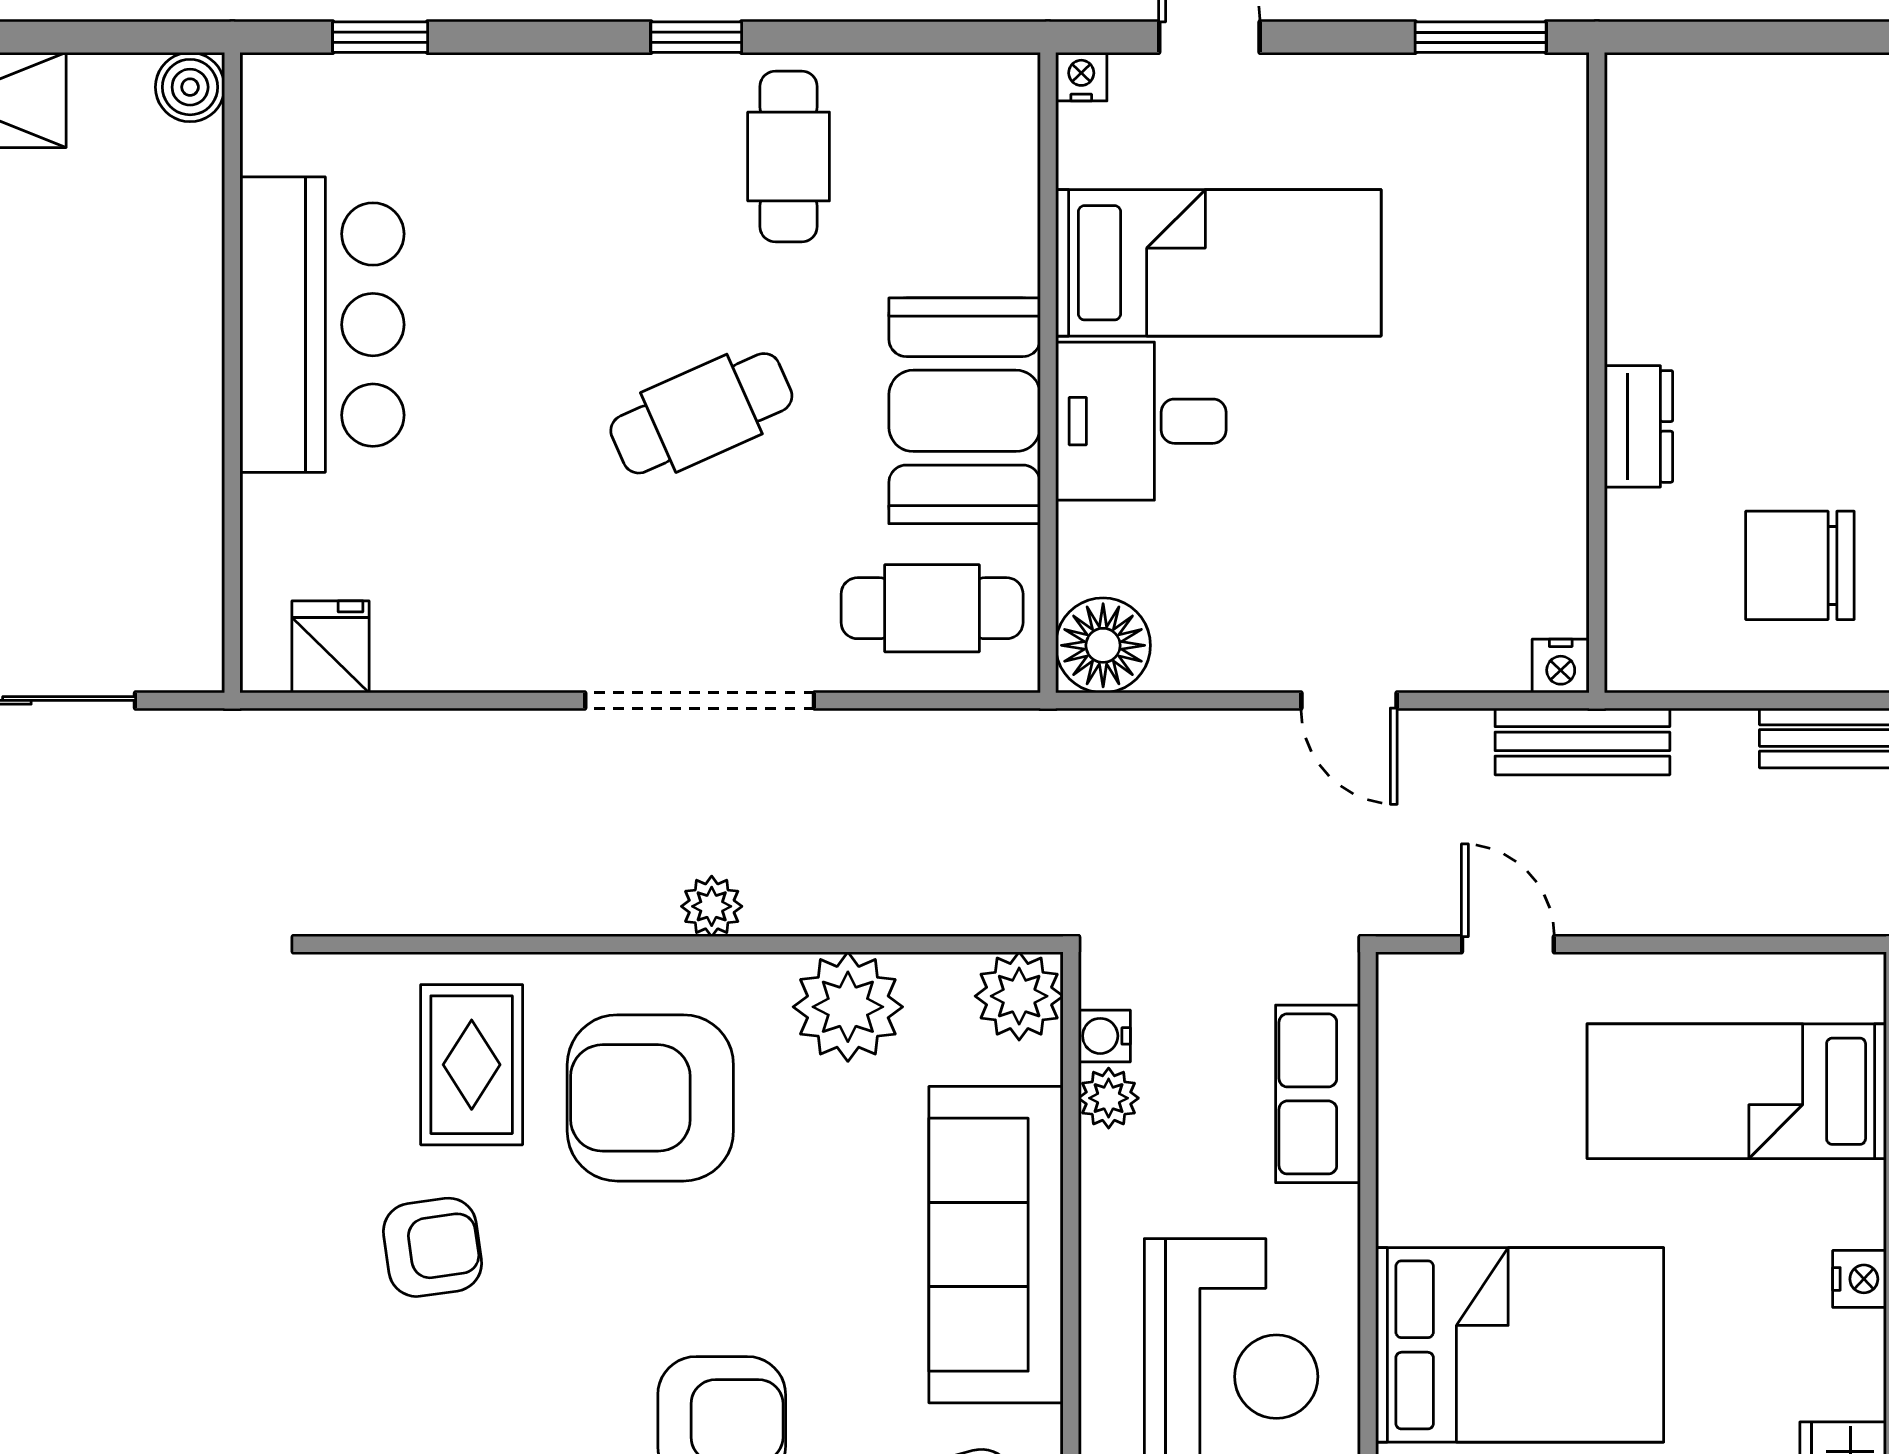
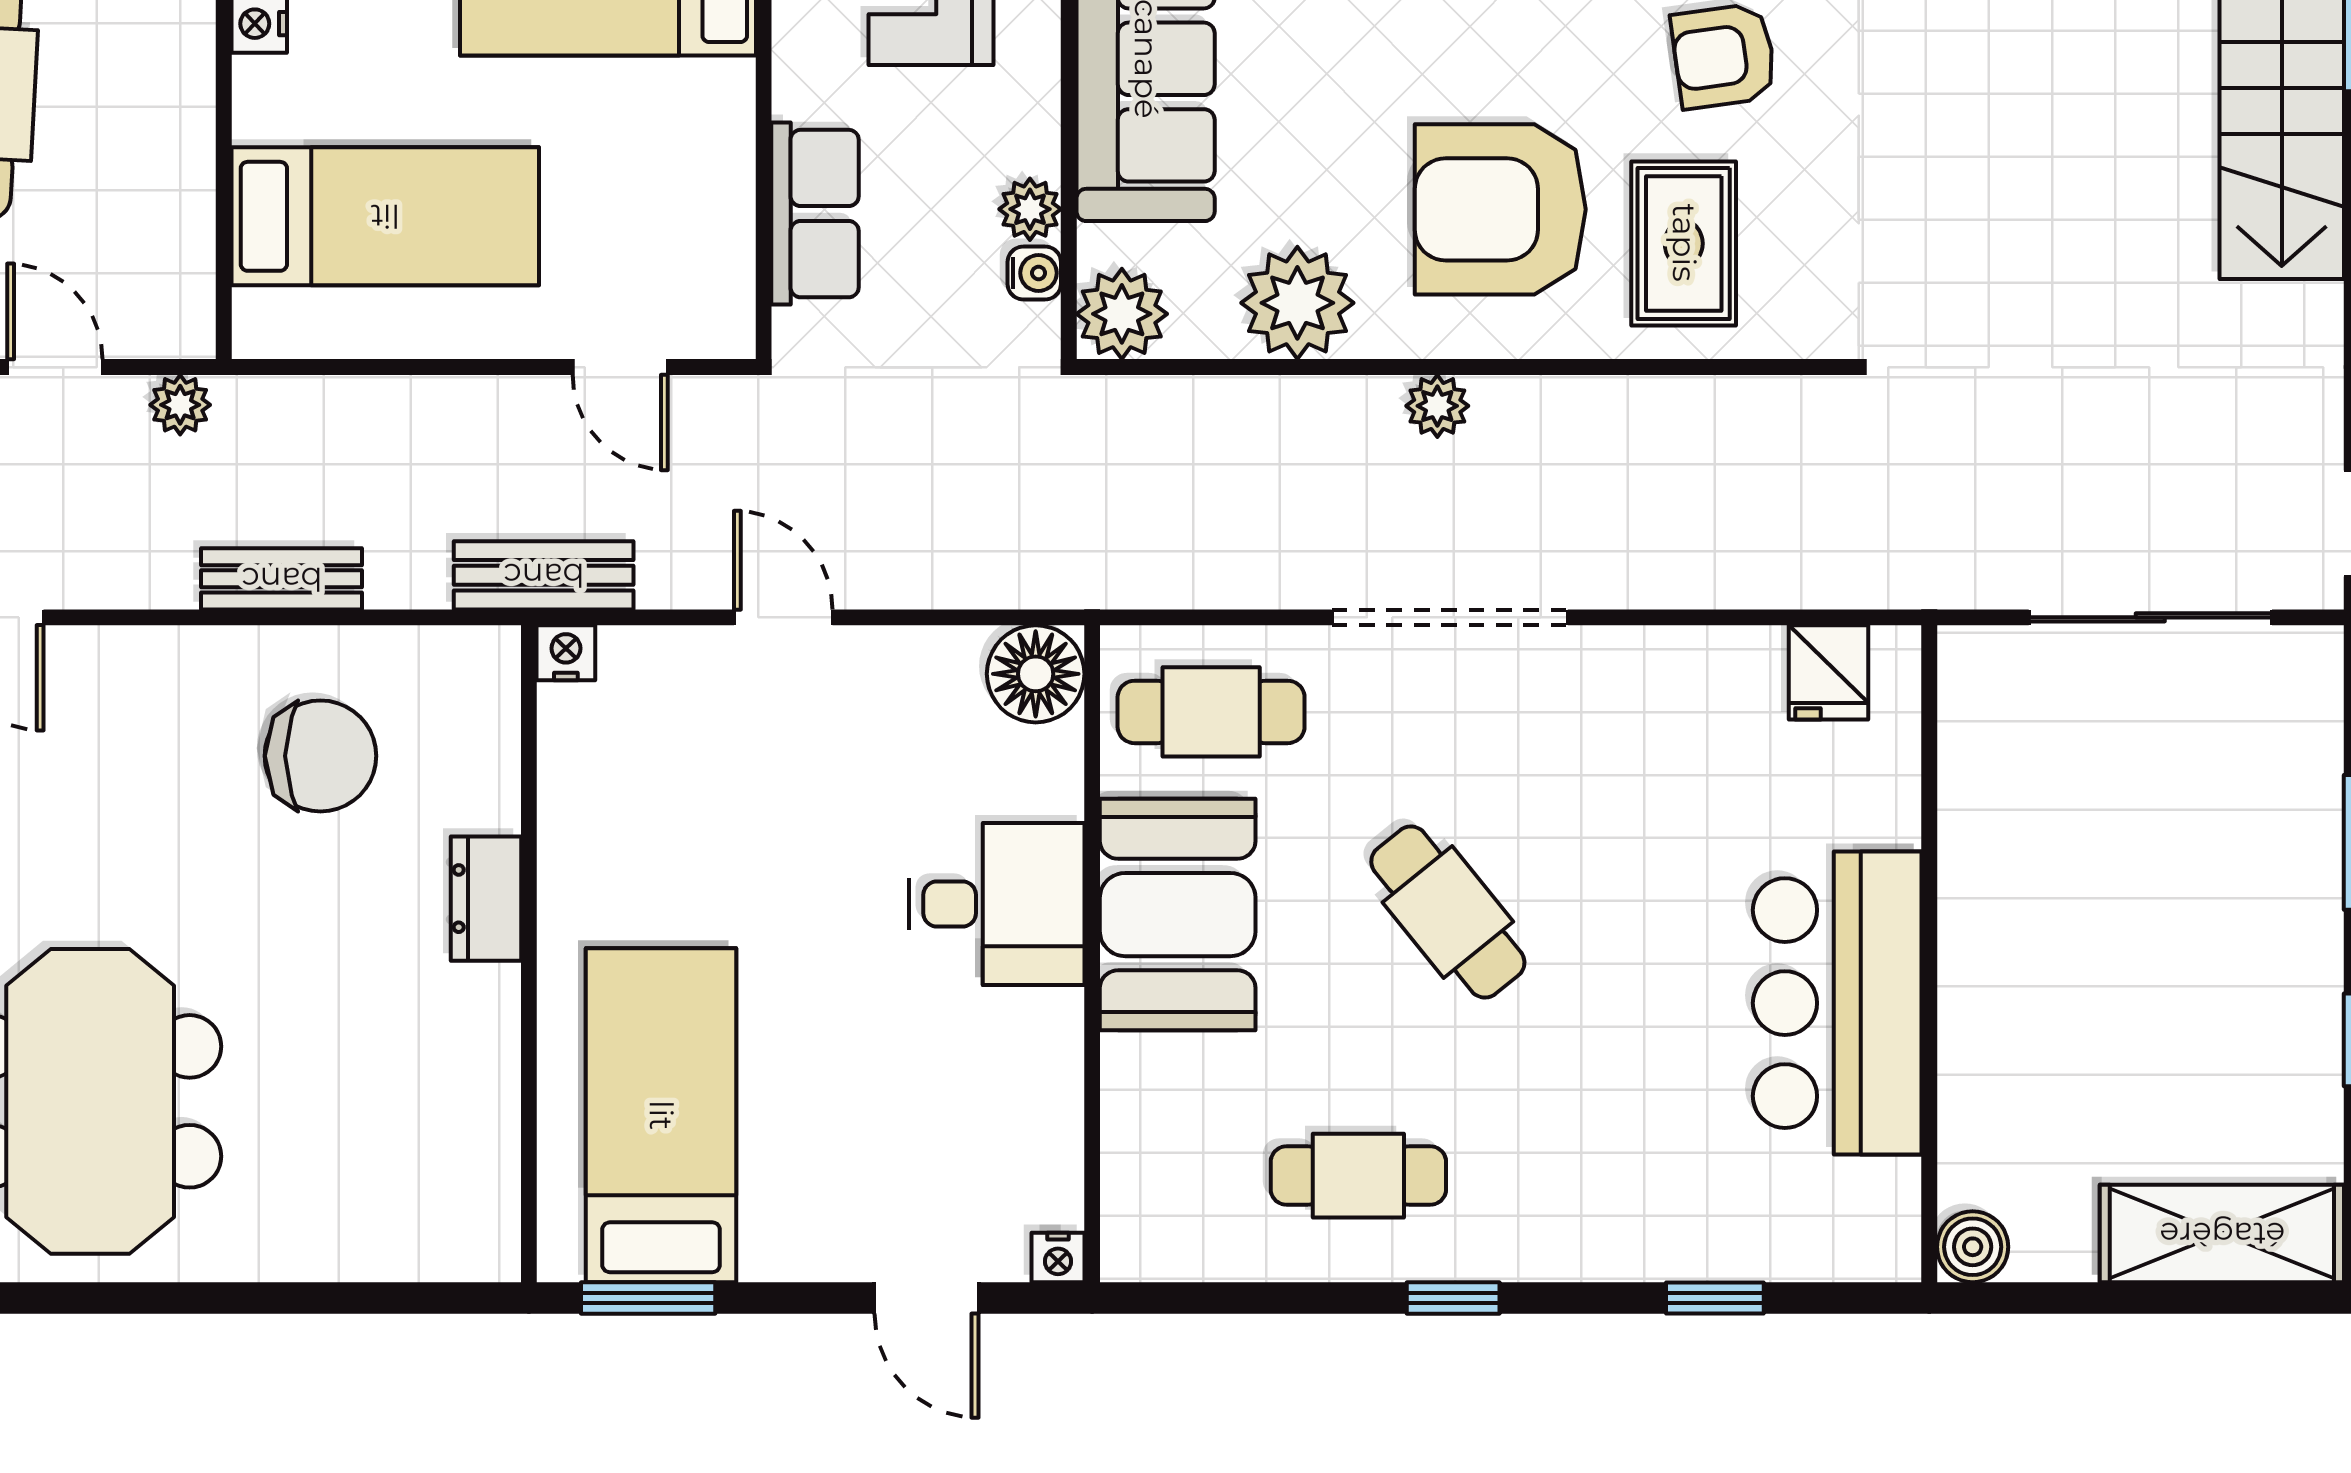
window: (380, 37) -> (1715, 1298), moved
cafe table: (789, 157) -> (1358, 1176), turned 90
bed: (1218, 263) -> (661, 1115), moved, turned 90
cafe table: (701, 413) -> (1448, 912), turned 75
armchair: (650, 1098) -> (1500, 209), turned 180

